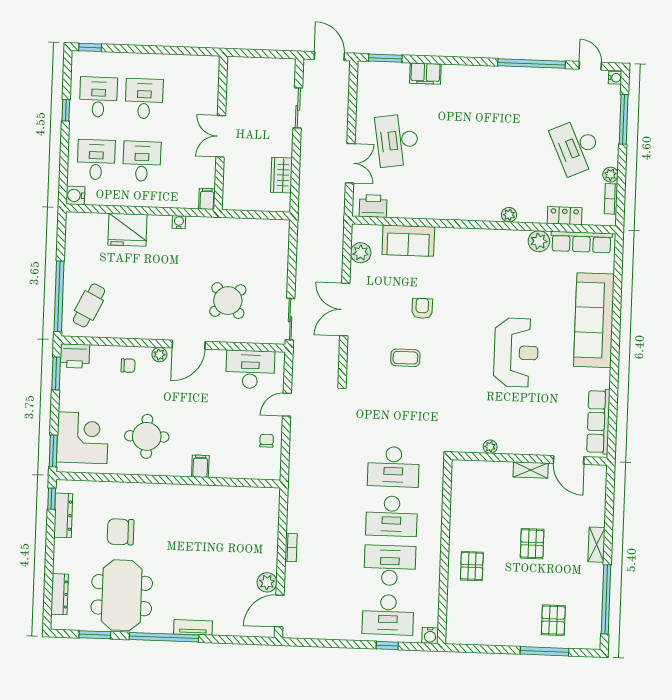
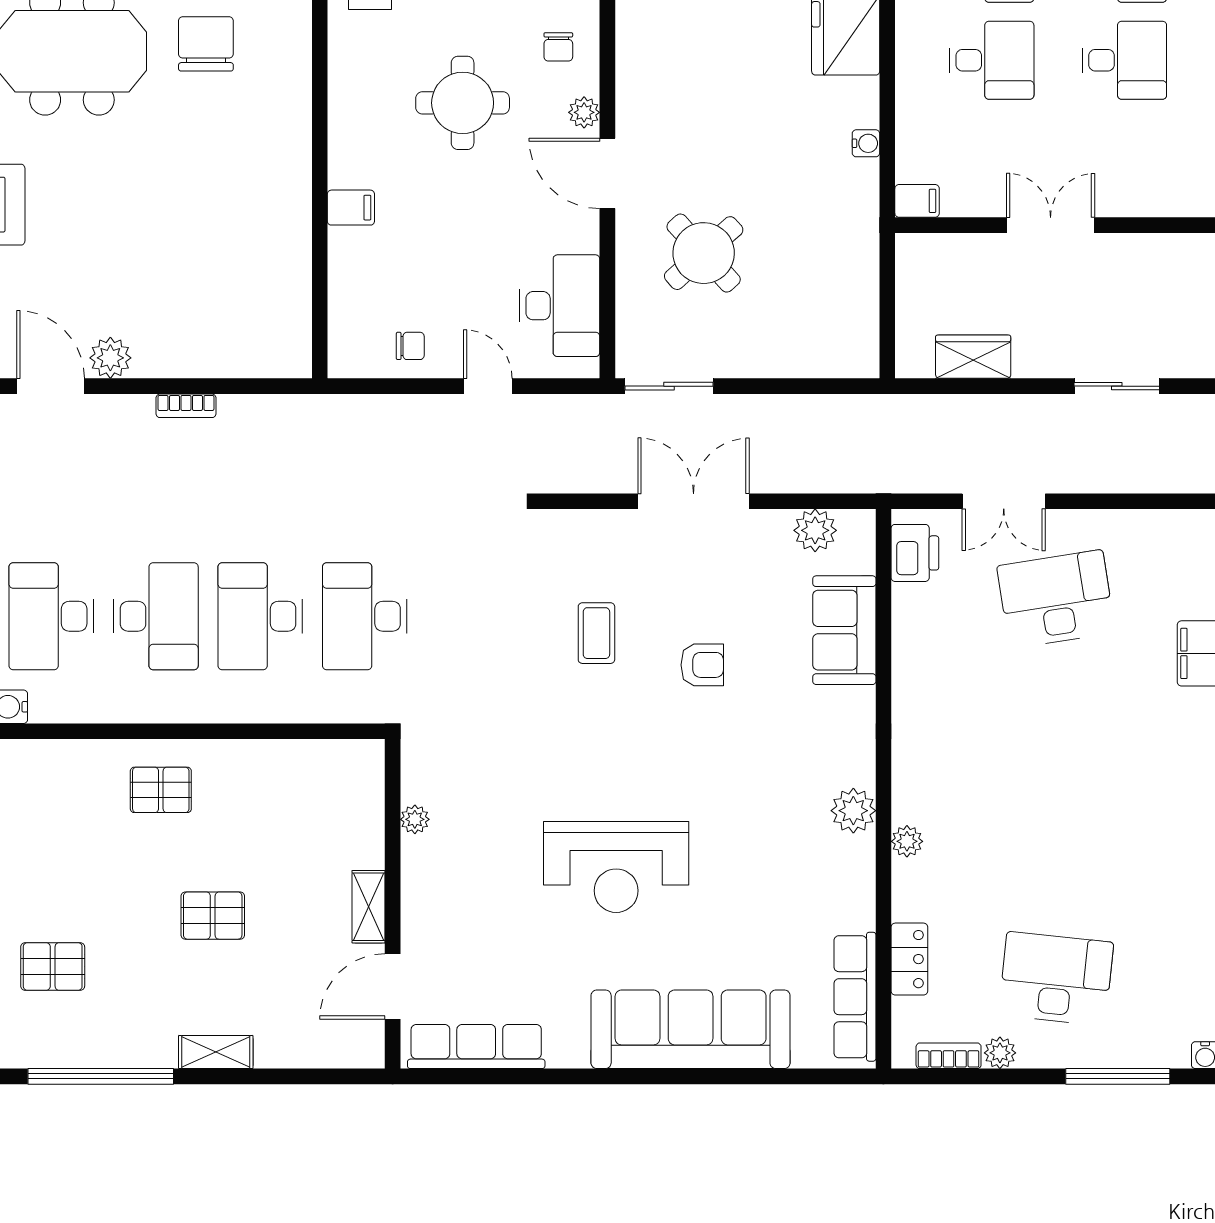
desk: (576, 147) -> (1056, 979), turned 30
plant: (539, 241) -> (853, 811), moved
round table: (147, 436) -> (463, 103), moved

